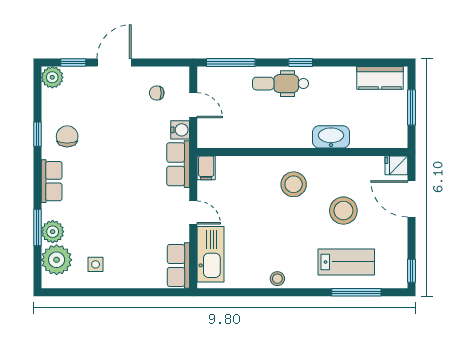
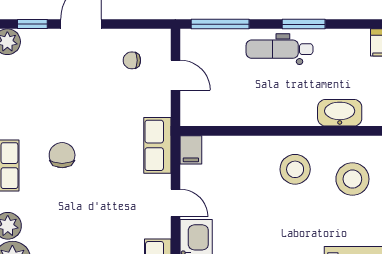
window: (301, 62) -> (304, 24), width x1.50
water cooler: (180, 130) -> (160, 104), removed
chair: (67, 136) -> (62, 155), moved
stool: (343, 211) -> (352, 179), moved

